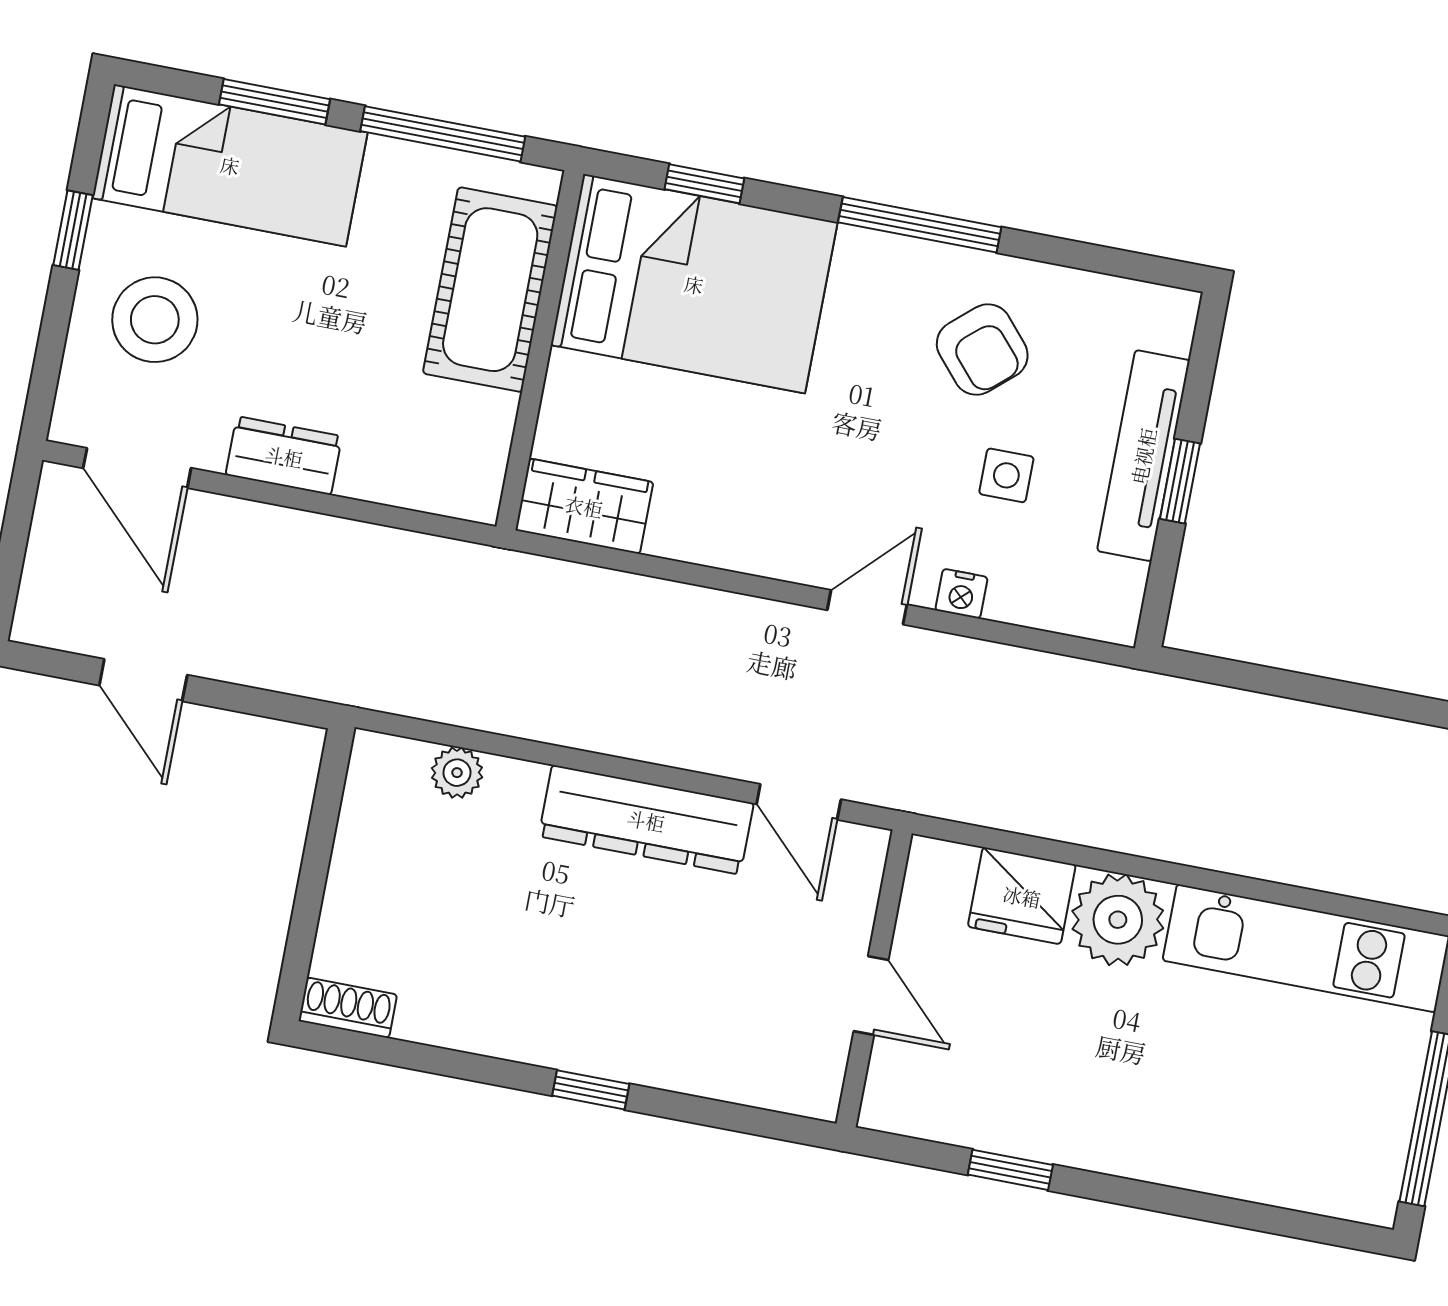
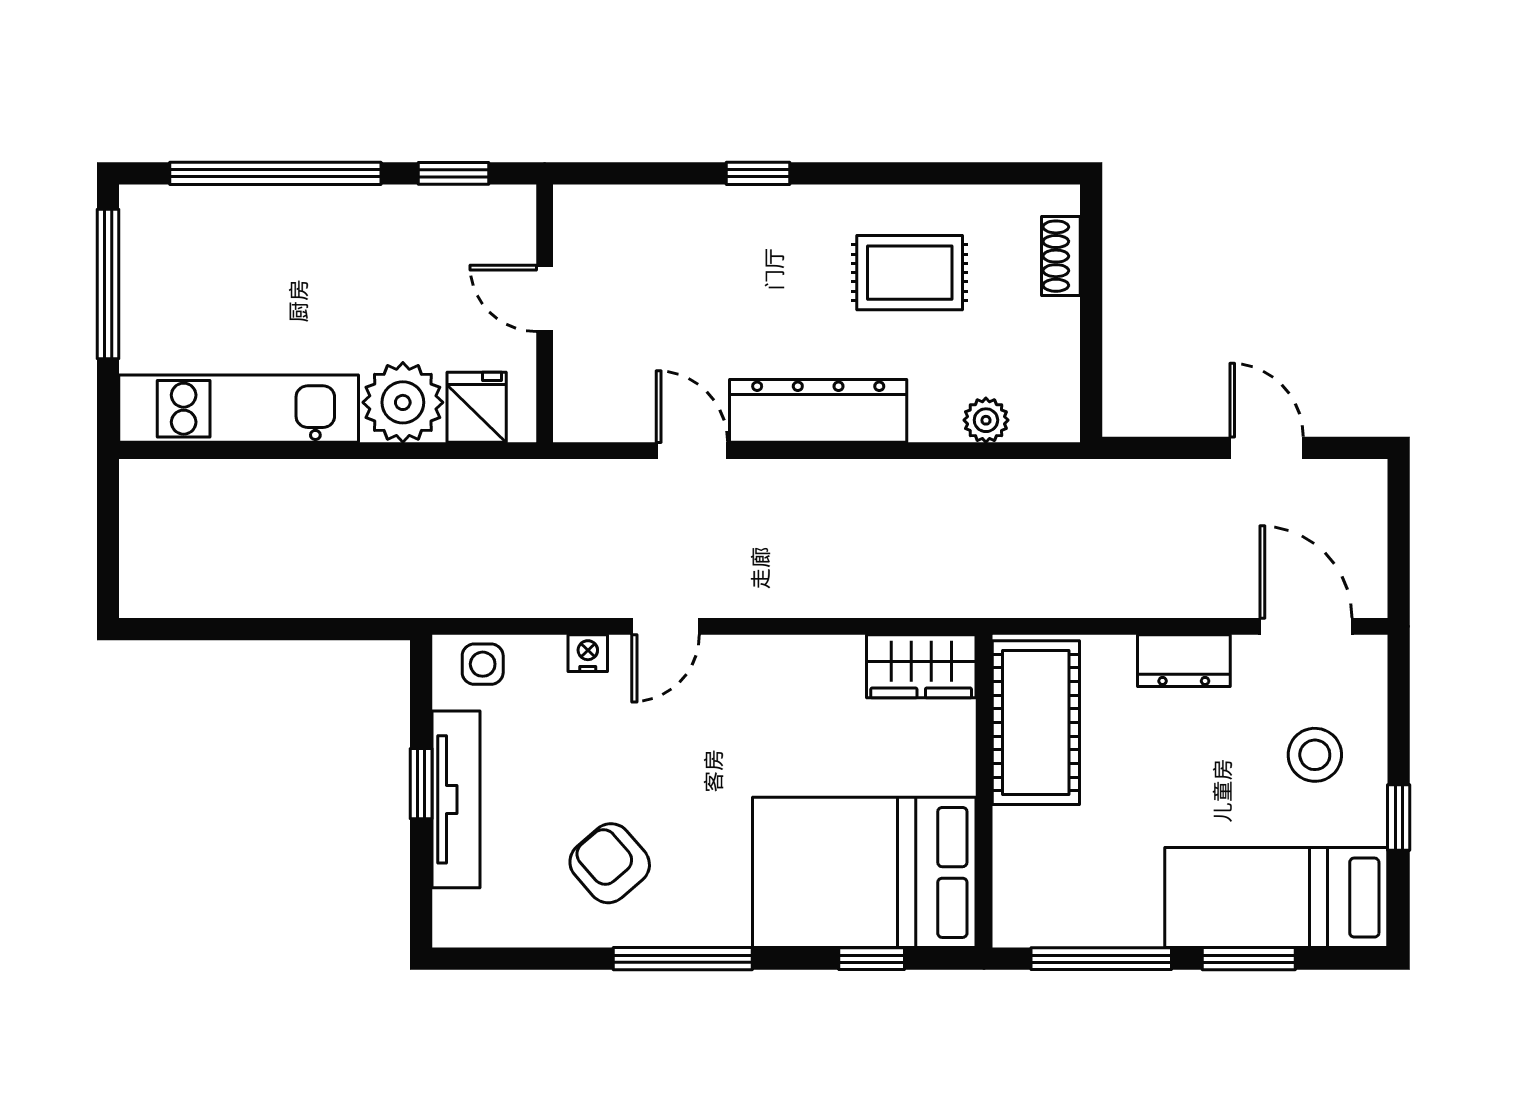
cot: (490, 290) -> (1036, 723), moved
stool: (155, 320) -> (1315, 755), width x0.73, depth x0.73
side table: (1006, 475) -> (483, 664), moved
fridge: (1022, 896) -> (477, 407), width x0.72
rug: (512, 957) -> (910, 273), added
wall: (874, 978) -> (545, 313), moved
door: (871, 995) -> (545, 298), moved
shoe rack: (348, 1008) -> (1061, 256), moved, turned 90
window: (591, 1090) -> (758, 173), moved
window: (1213, 1209) -> (275, 173), added

